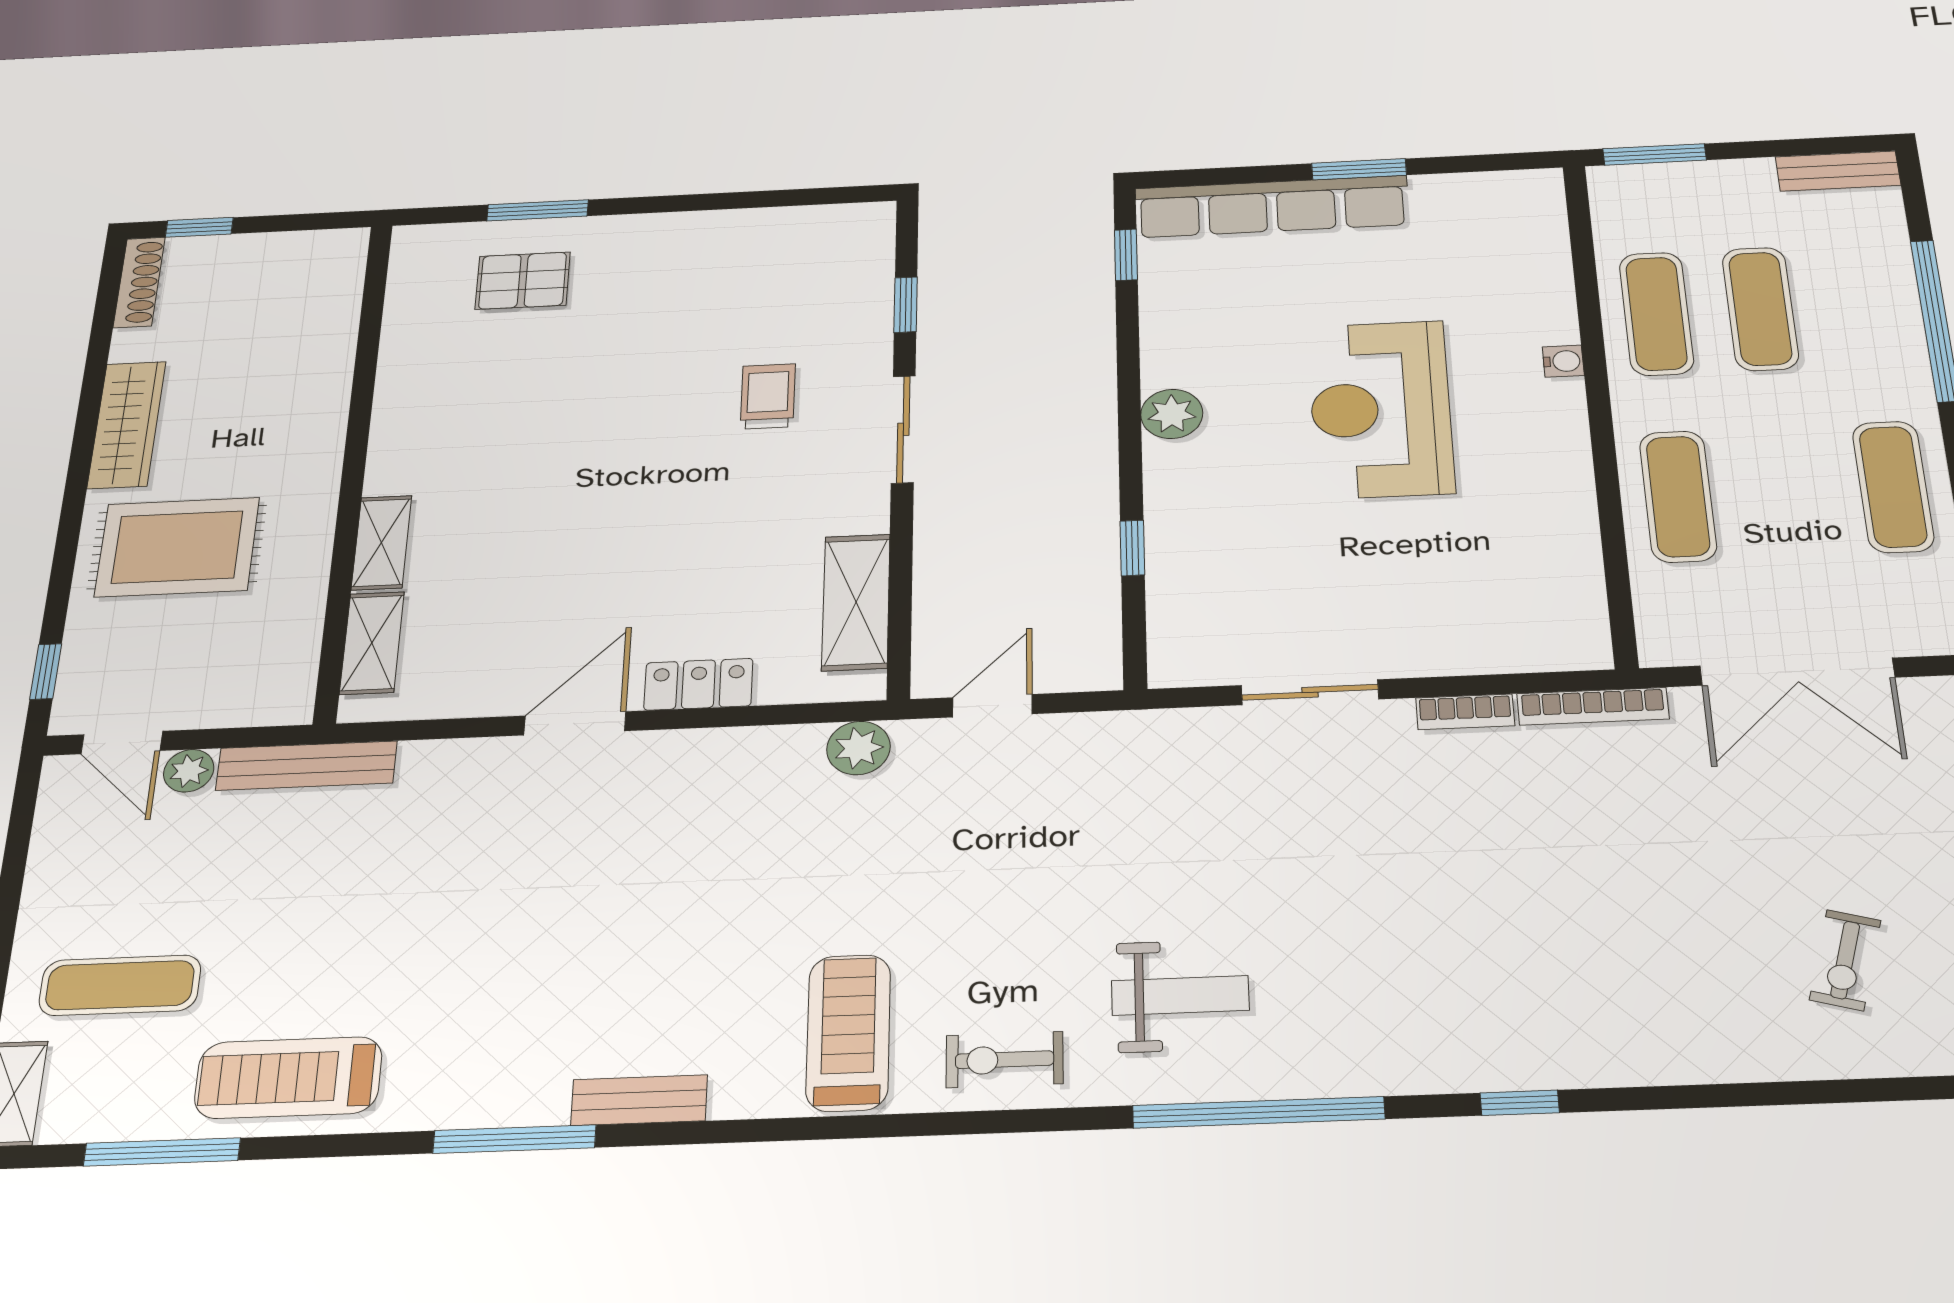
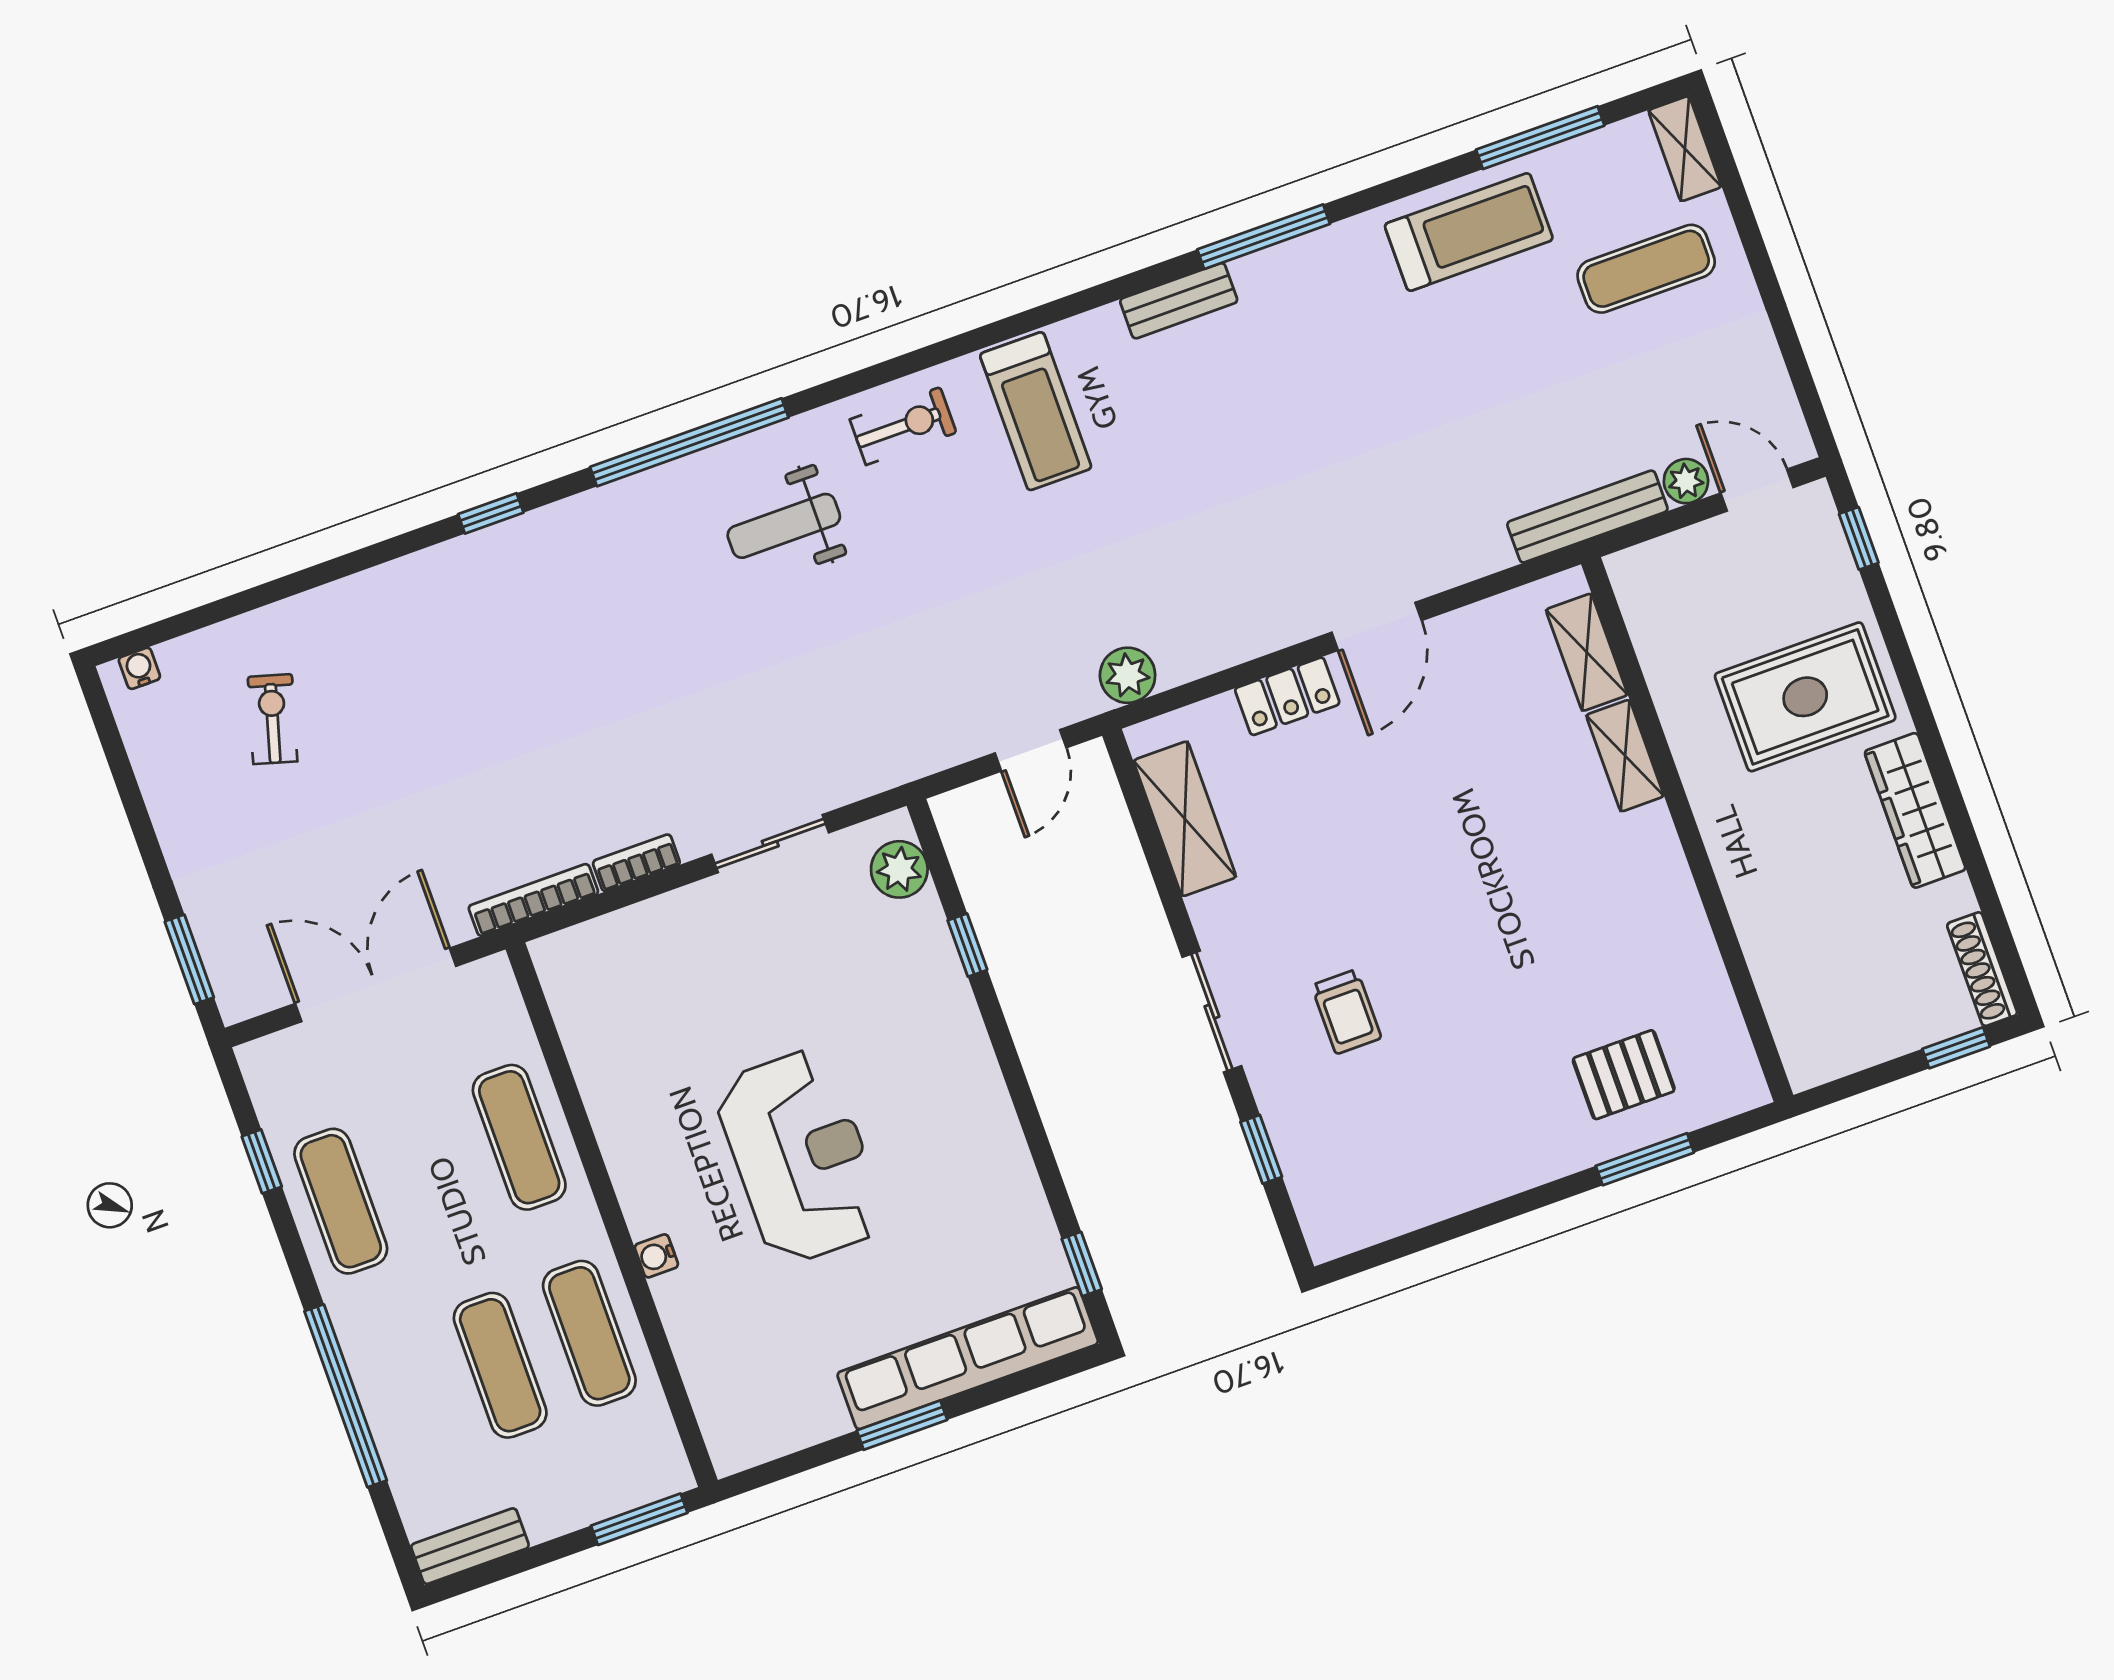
plant: (1172, 414) -> (899, 869), moved

